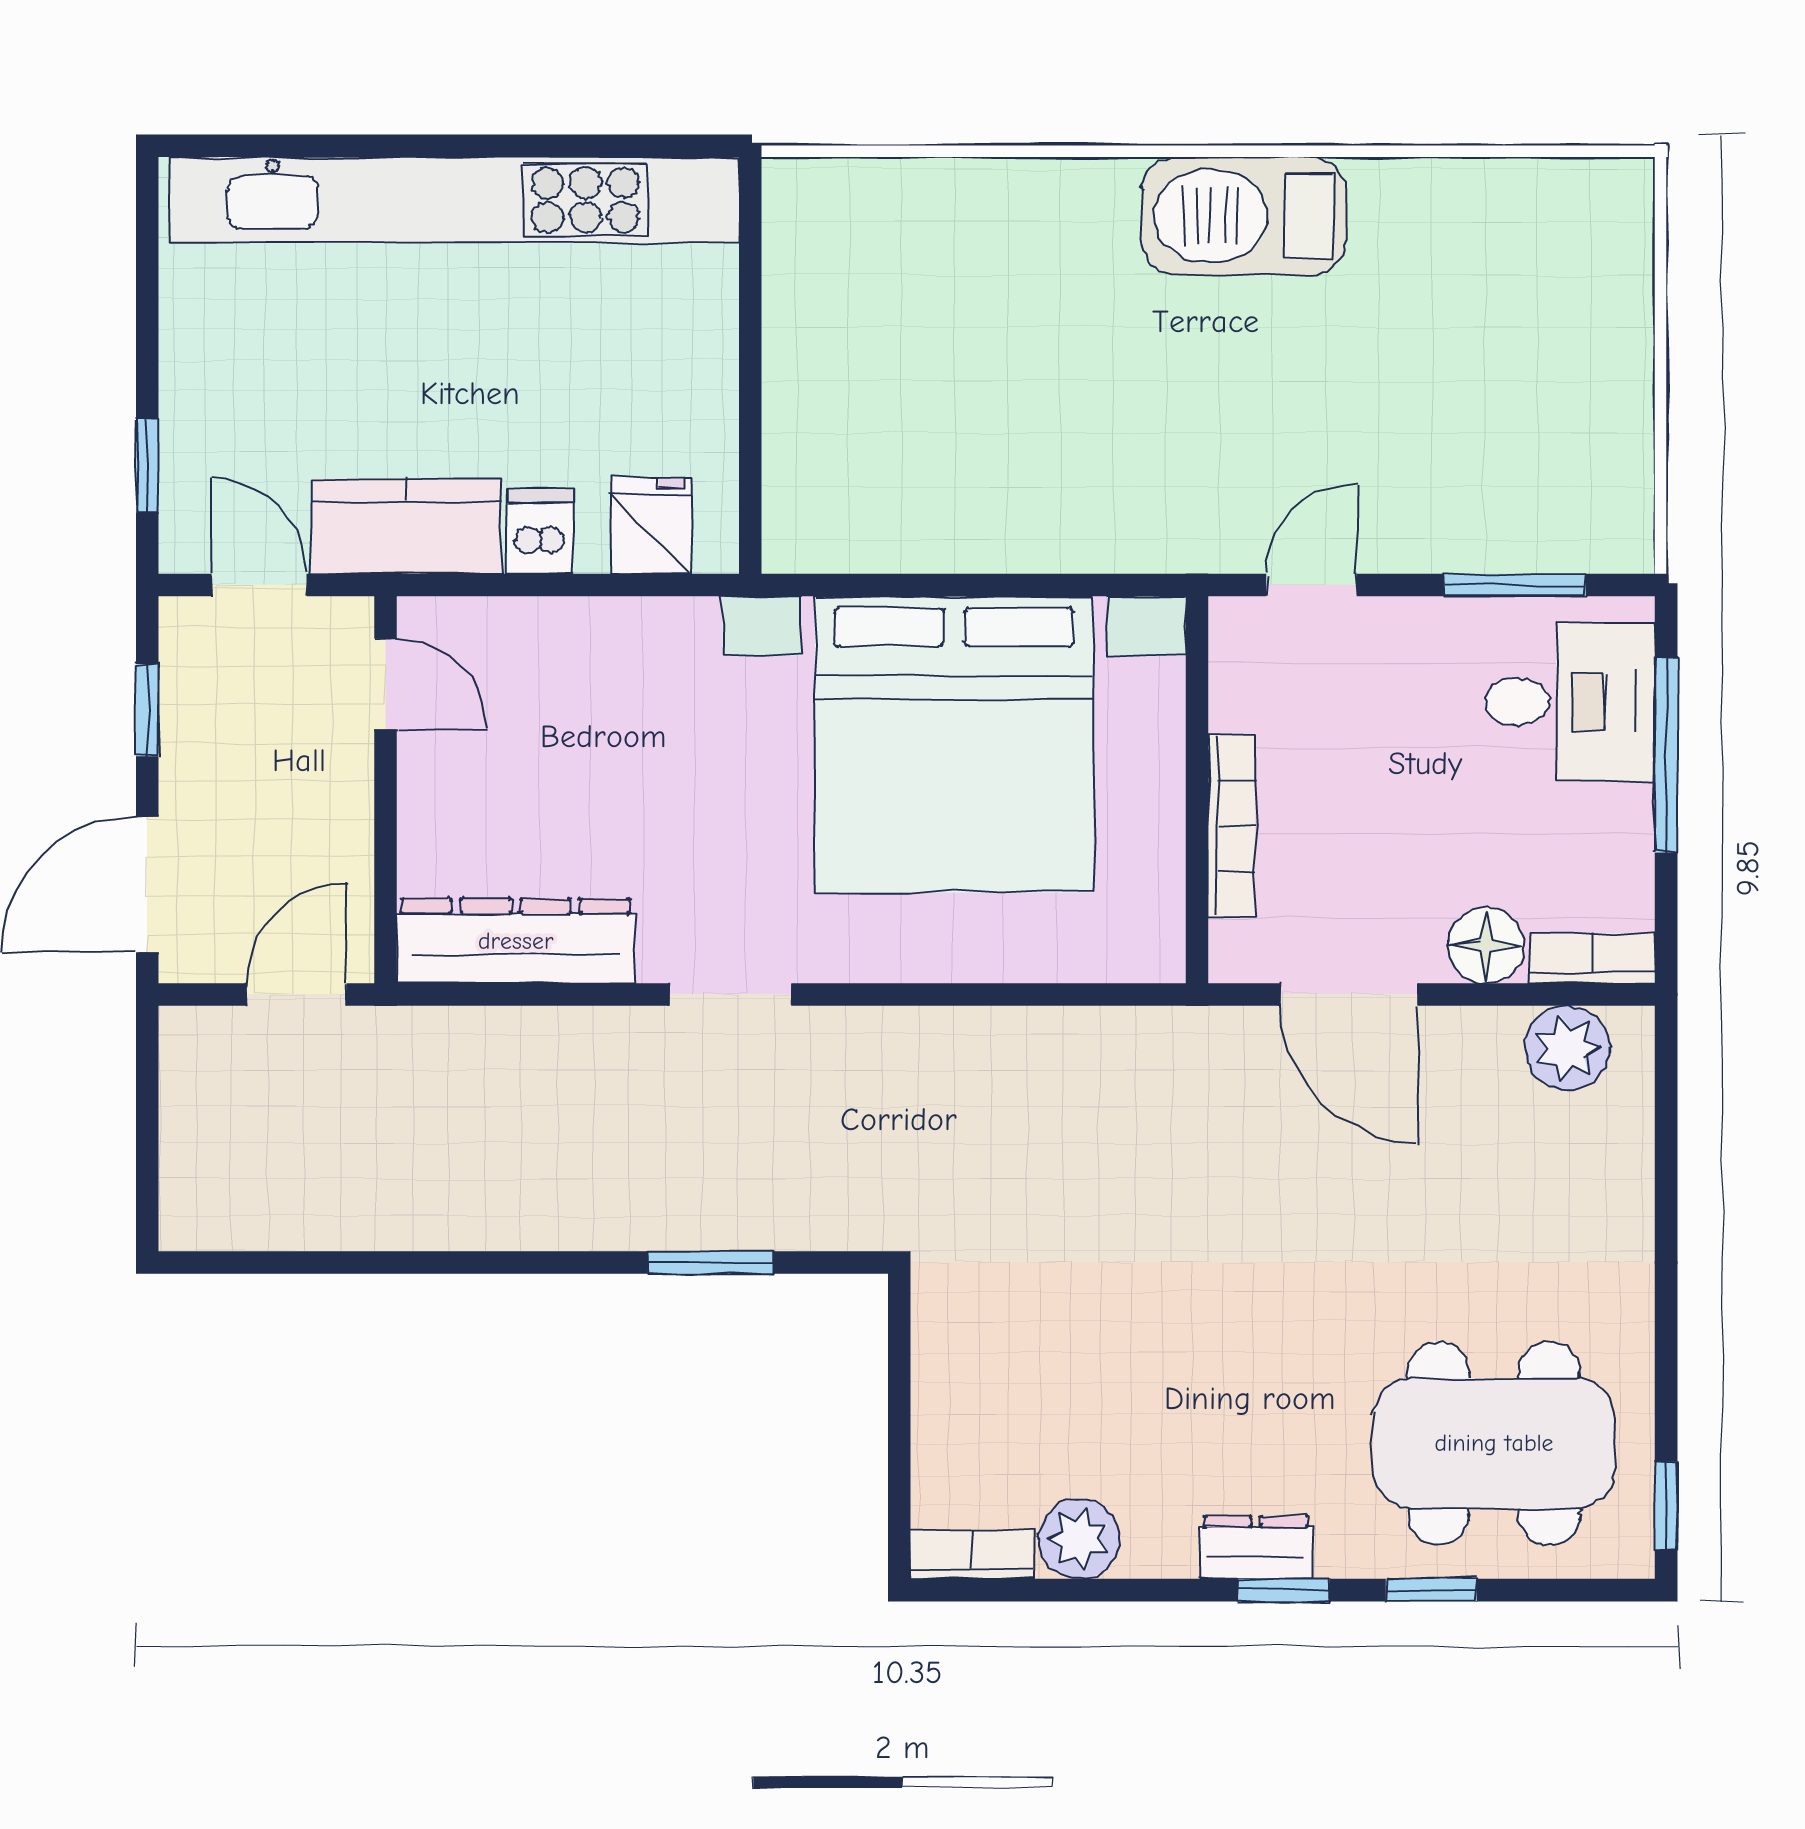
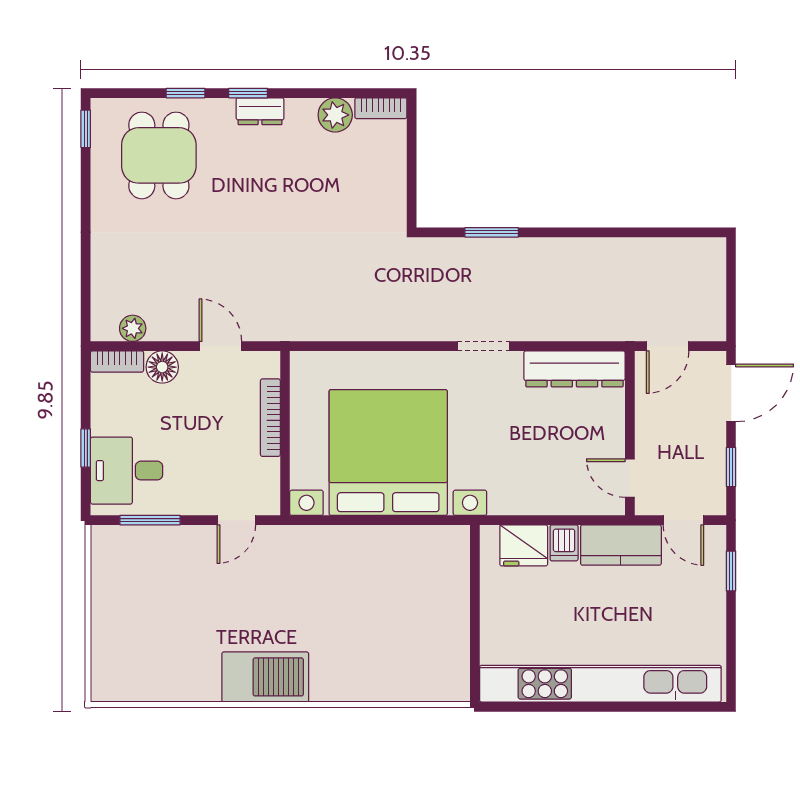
fridge: (651, 525) -> (524, 545), width x1.38
window: (1666, 755) -> (86, 448), width x0.46
door: (1349, 994) -> (220, 346), width x0.73
plant: (1567, 1048) -> (133, 328), width x0.73, depth x0.73
dining table: (1494, 1443) -> (159, 155), width x0.73

